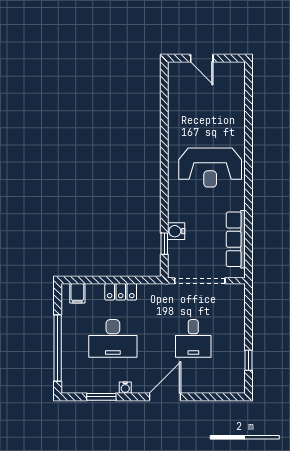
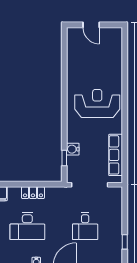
reception desk: (210, 168) -> (97, 103), turned 180

